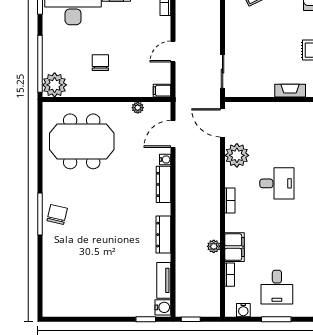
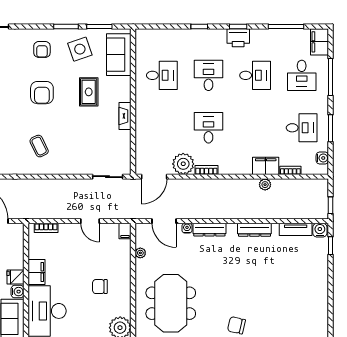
bookcase: (230, 200) -> (206, 170), moved

